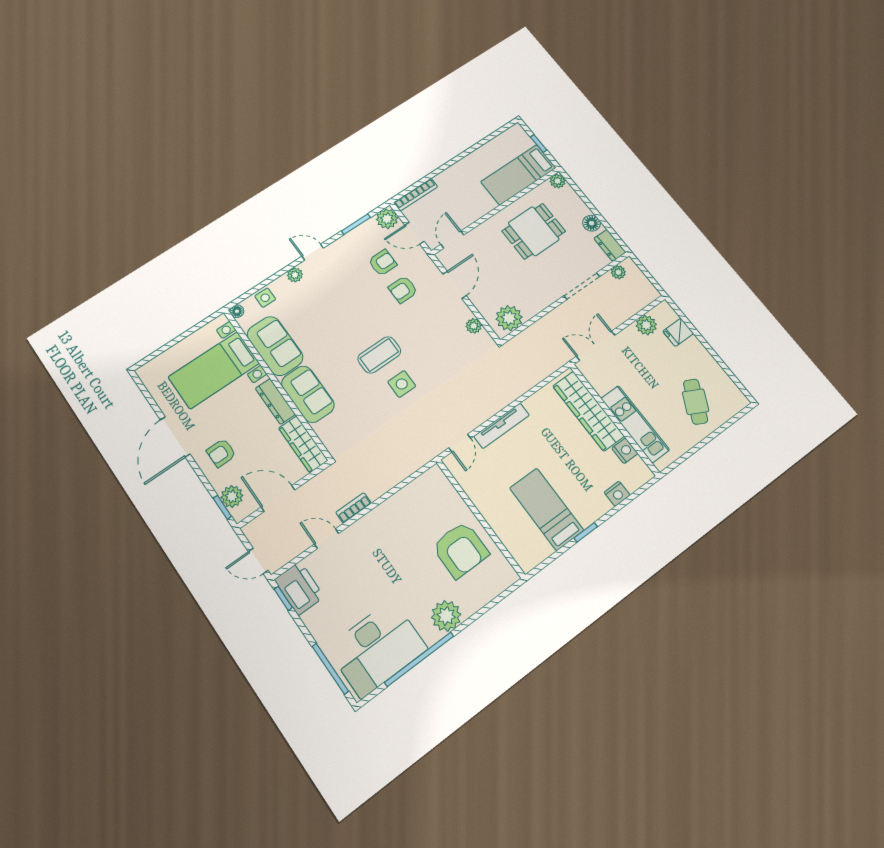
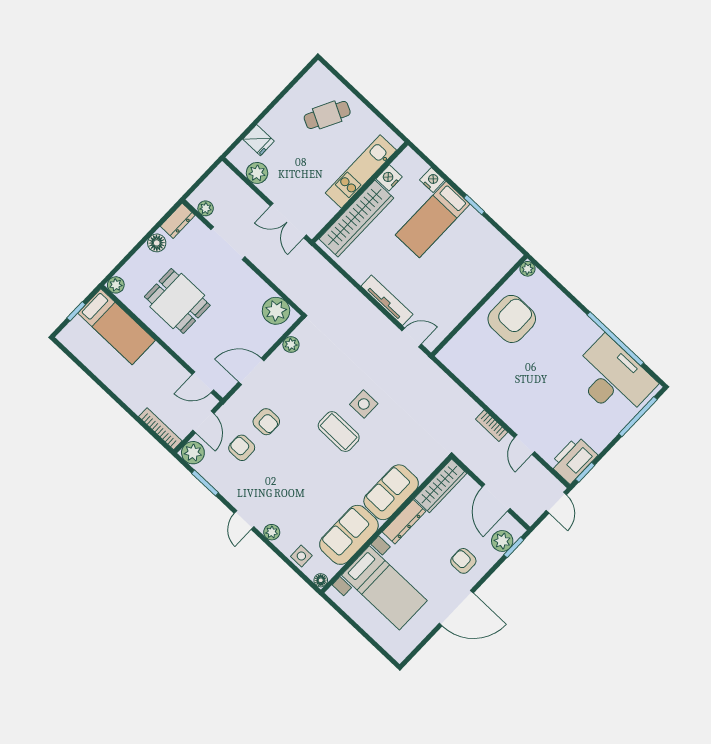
armchair: (221, 453) -> (463, 561), turned 180
bed: (547, 509) -> (433, 219), moved
plant: (446, 616) -> (527, 269), moved, width x0.53, depth x0.53

